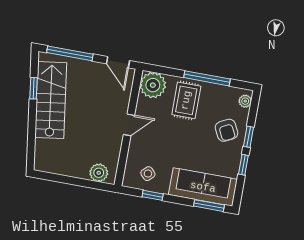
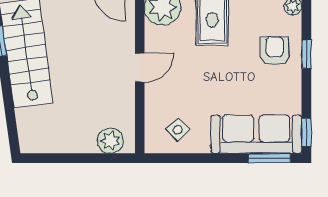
armchair: (227, 130) -> (275, 51), turned -153
window: (243, 165) -> (306, 132), moved
window: (153, 195) -> (190, 158), removed

